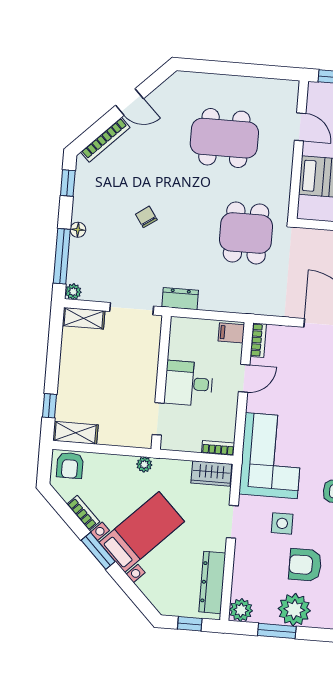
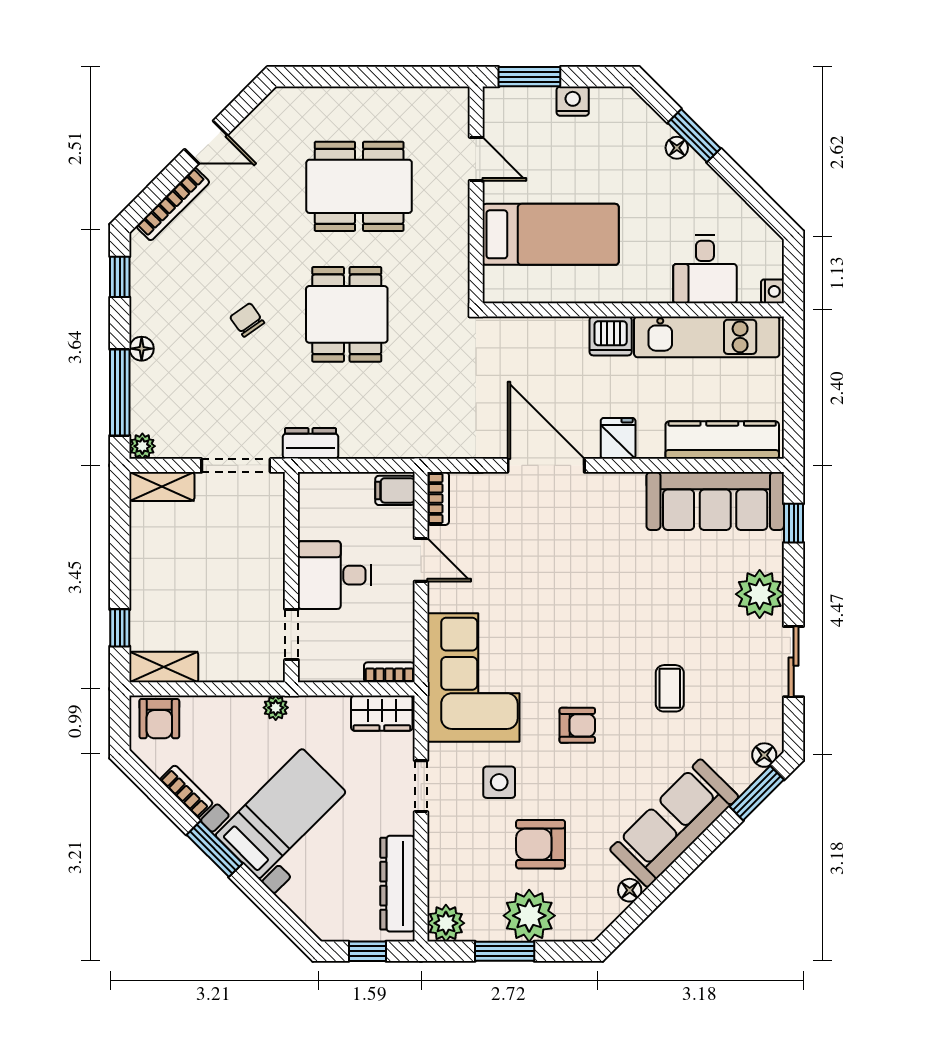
dining table: (246, 233) -> (347, 314), moved
door: (244, 378) -> (421, 560), hinge flipped

